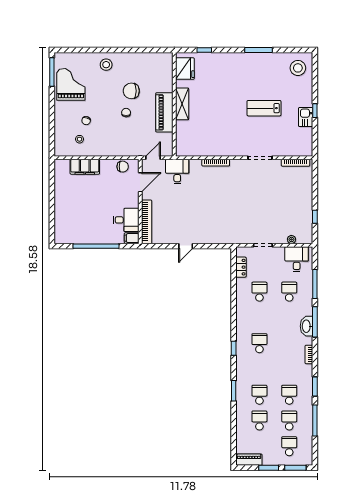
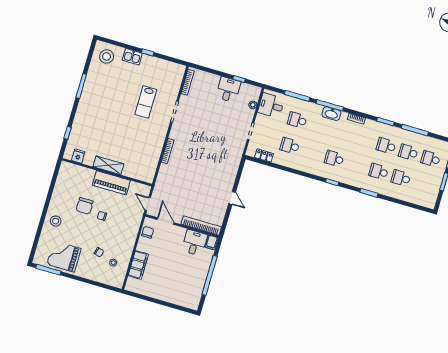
fridge: (185, 69) -> (78, 156), width x0.53, depth x0.75
lab bench: (264, 108) -> (146, 102), moved
kitchen sink: (306, 117) -> (132, 57), moved
desk: (177, 171) -> (228, 90), moved, turned 90
piano: (249, 460) -> (432, 197), removed

